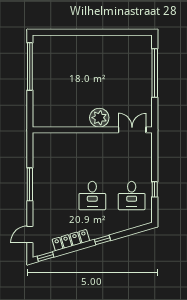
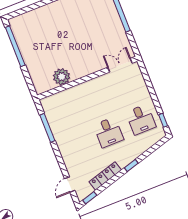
plant: (99, 118) -> (62, 77), moved
window: (30, 184) -> (47, 128), moved
window: (155, 189) -> (163, 120), moved

